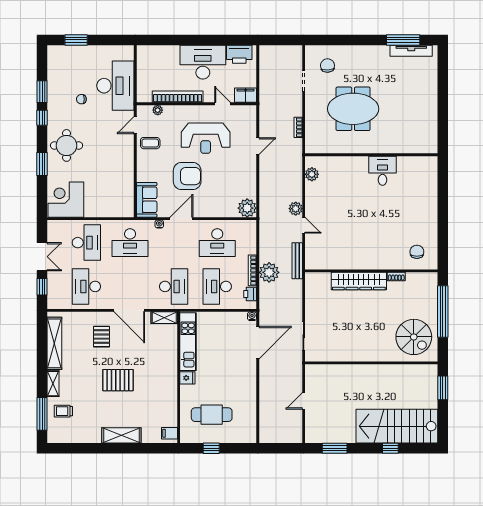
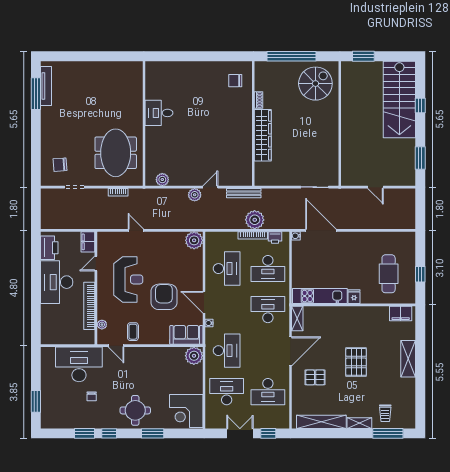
meeting table: (353, 109) -> (116, 153), moved
plant: (125, 208) -> (194, 356), added
filing cabinet: (170, 433) -> (401, 313), width x2.00

